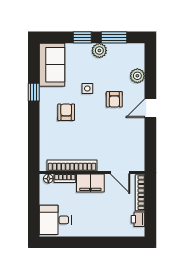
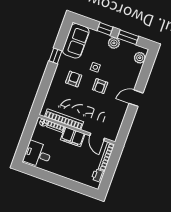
plant: (137, 76) -> (140, 58), moved
armchair: (114, 99) -> (100, 86), moved

